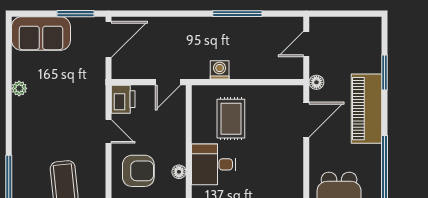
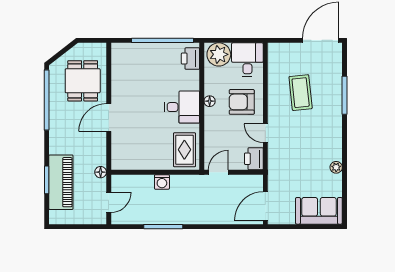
window: (76, 14) -> (292, 227), removed
washing machine: (220, 70) -> (162, 182), moved
piano: (367, 109) -> (61, 182), moved
rug: (231, 119) -> (184, 150), moved
door: (306, 120) -> (109, 118), moved

